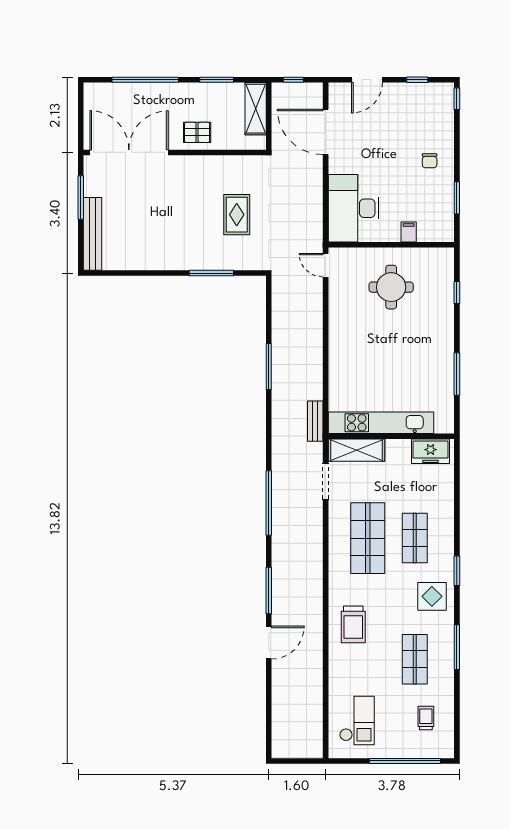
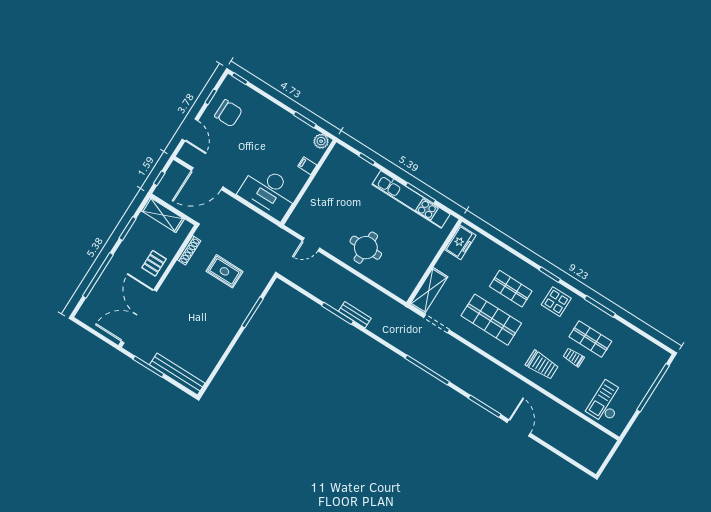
shoe rack: (235, 161) -> (189, 250), added
chair: (430, 161) -> (228, 113), moved, width x1.87, depth x1.87
plant: (445, 230) -> (321, 141), added
door: (326, 265) -> (311, 244), moved
round table: (391, 287) -> (366, 248), moved
bench: (315, 421) -> (355, 315), moved
kitchen unit: (381, 423) -> (411, 199), moved, turned -90
trolley: (426, 718) -> (574, 357), moved
checkout: (357, 721) -> (607, 402), turned -90

